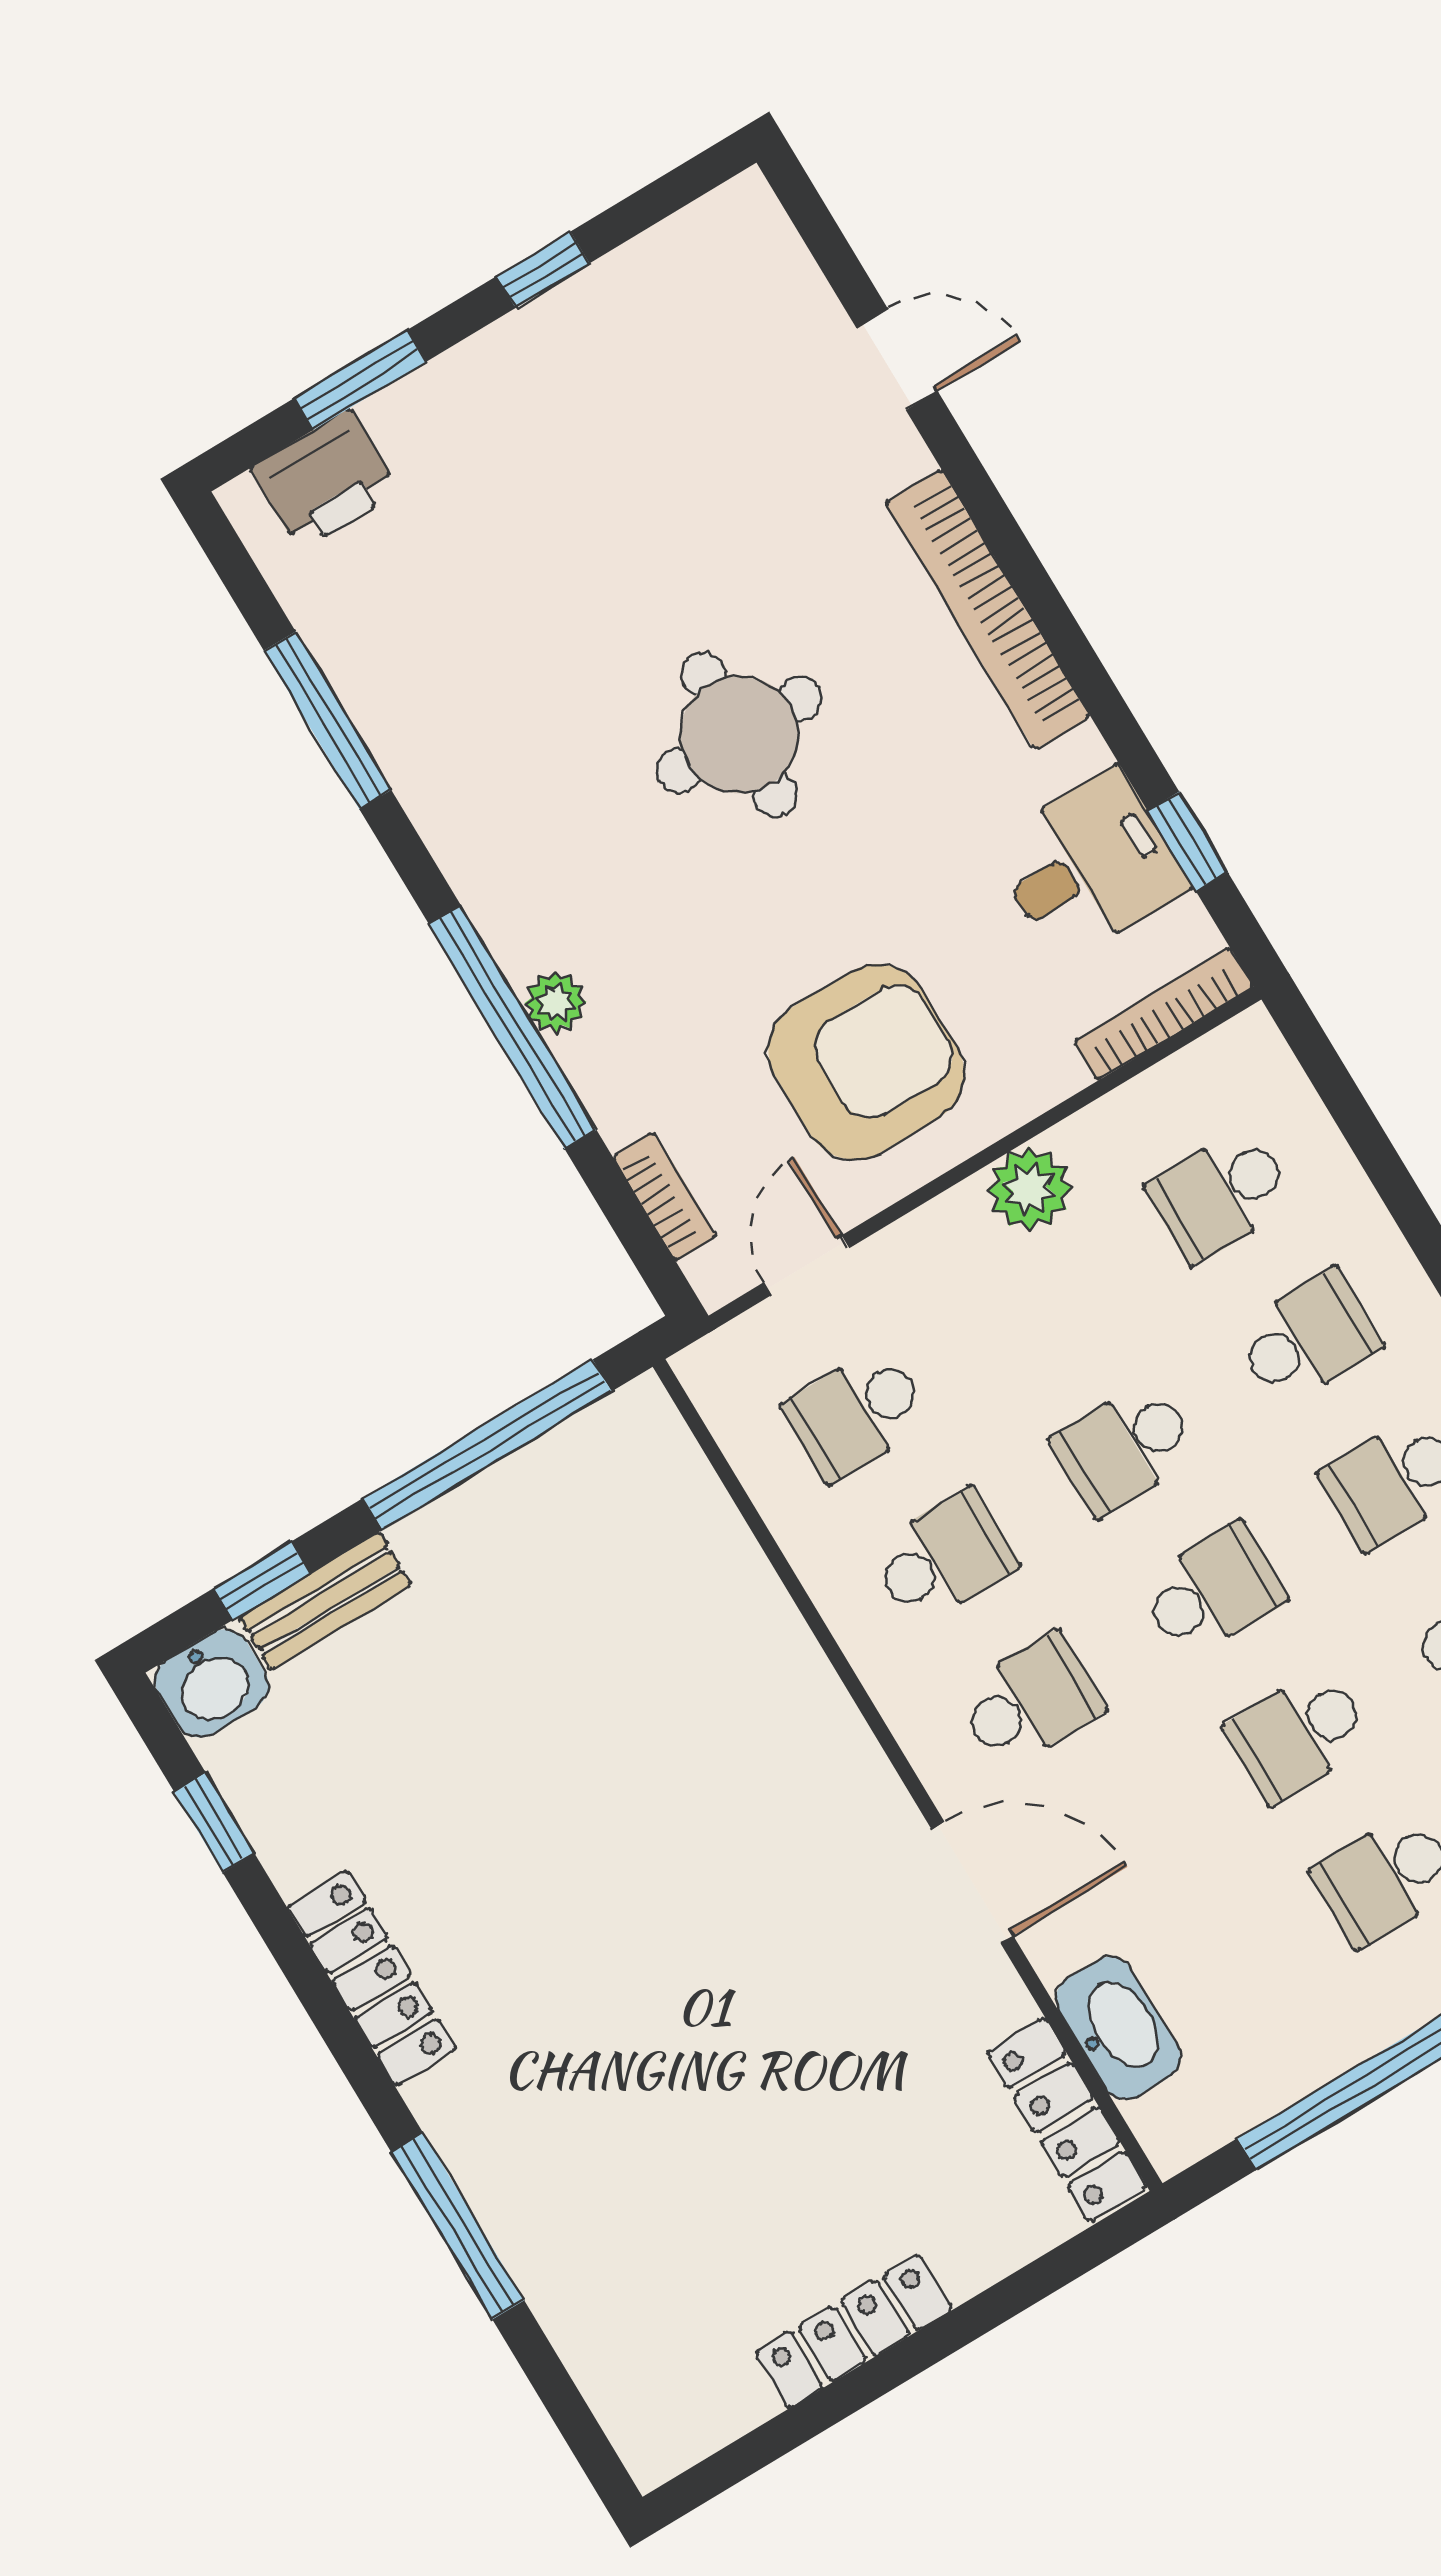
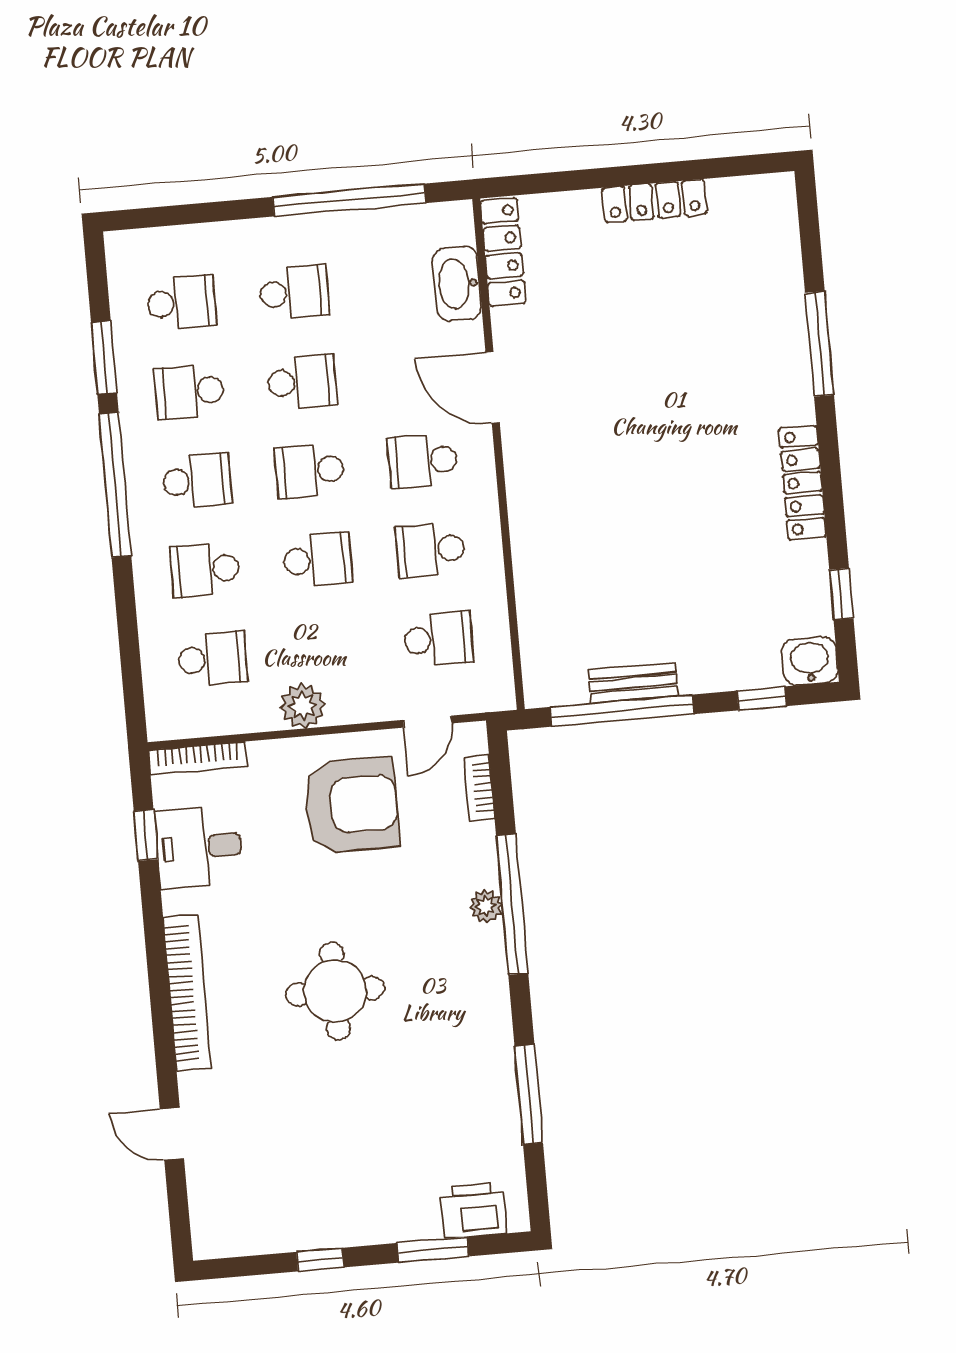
armchair: (866, 1062) -> (351, 805), turned 180
bench: (325, 1601) -> (633, 683), moved

